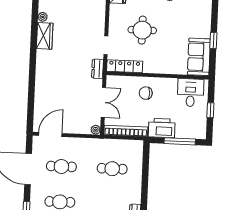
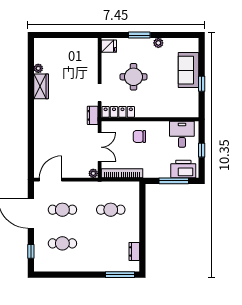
sofa: (199, 57) -> (188, 70), moved
printer: (162, 128) -> (183, 169), moved

